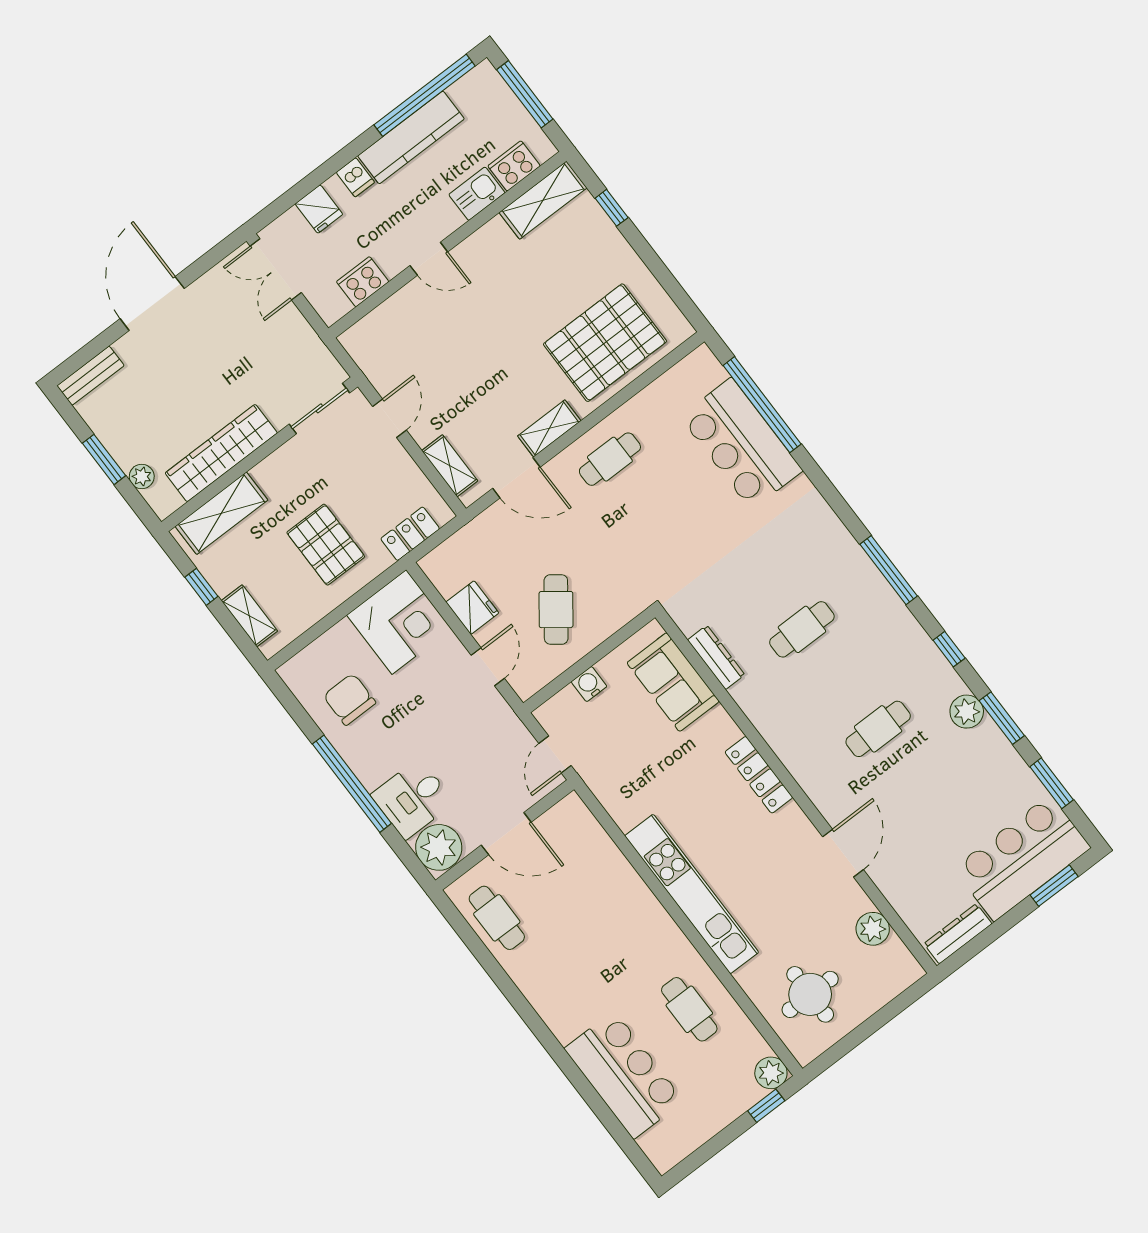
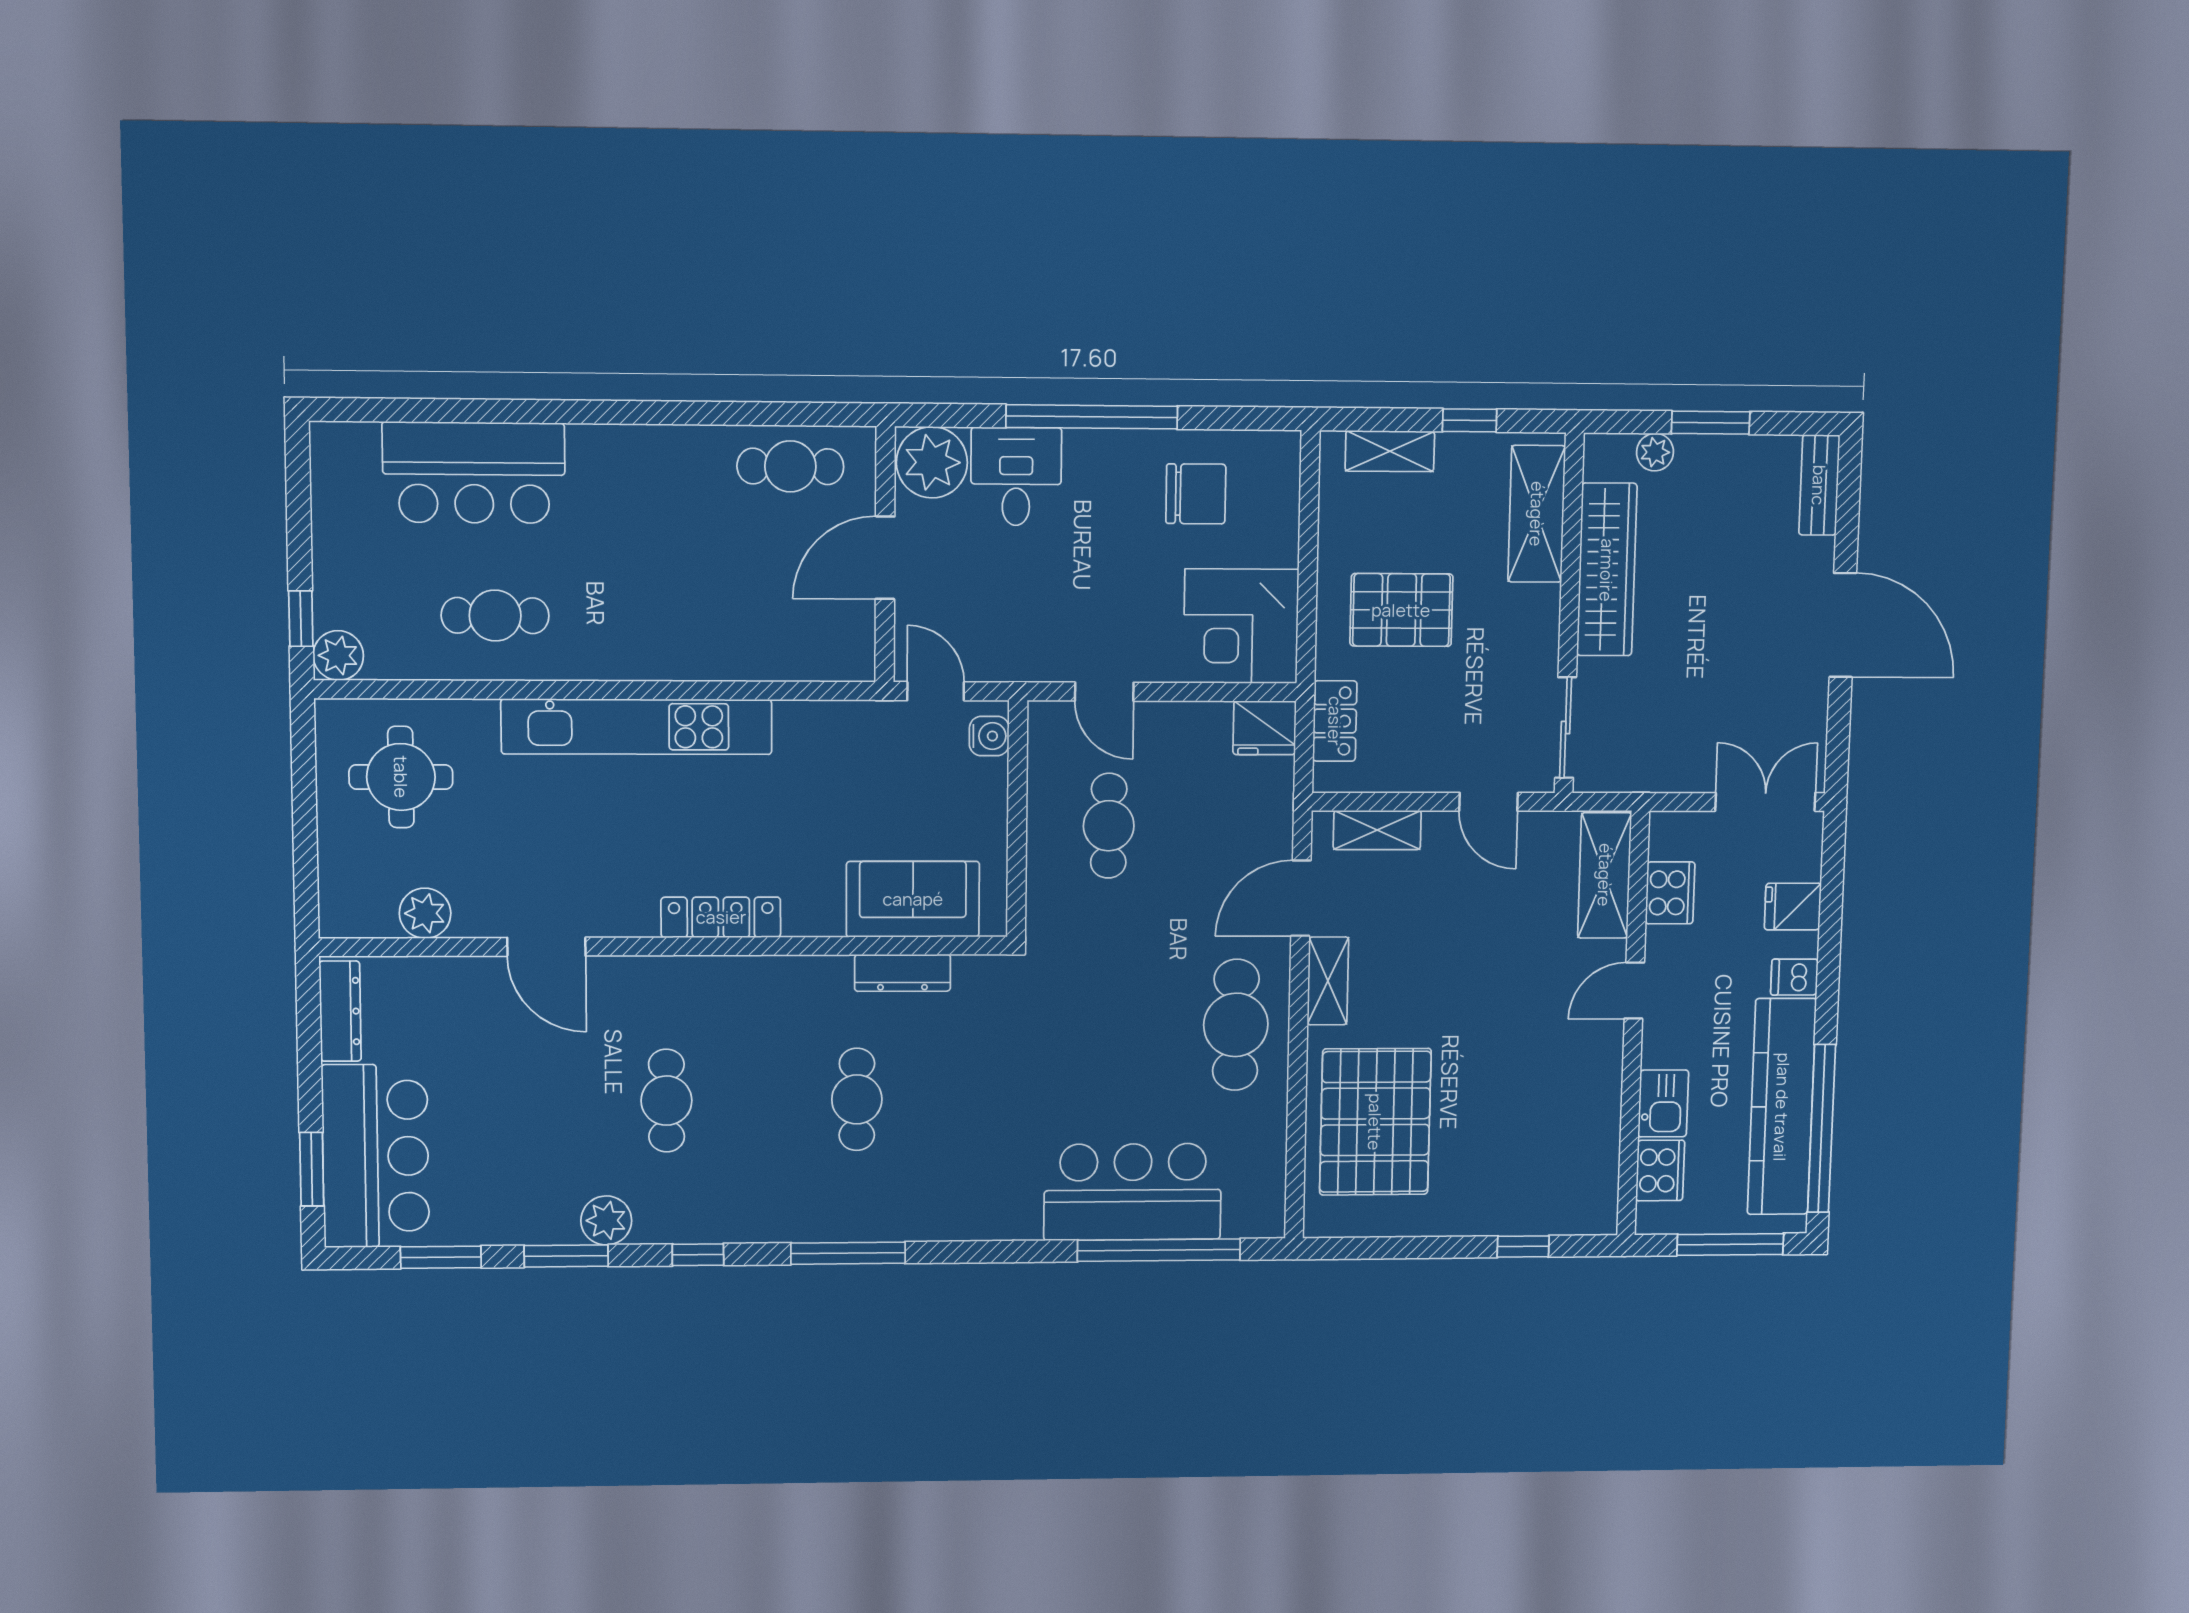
kitchen counter: (411, 137) -> (1782, 1107), width x1.39, depth x1.17
shelving: (543, 200) -> (1605, 875), moved
cafe table: (610, 459) -> (1236, 1025), width x1.37, depth x1.35
fridge: (472, 608) -> (1265, 728), moved
cafe table: (556, 610) -> (1109, 826), turned 53
water cooler: (589, 684) -> (989, 736), moved

